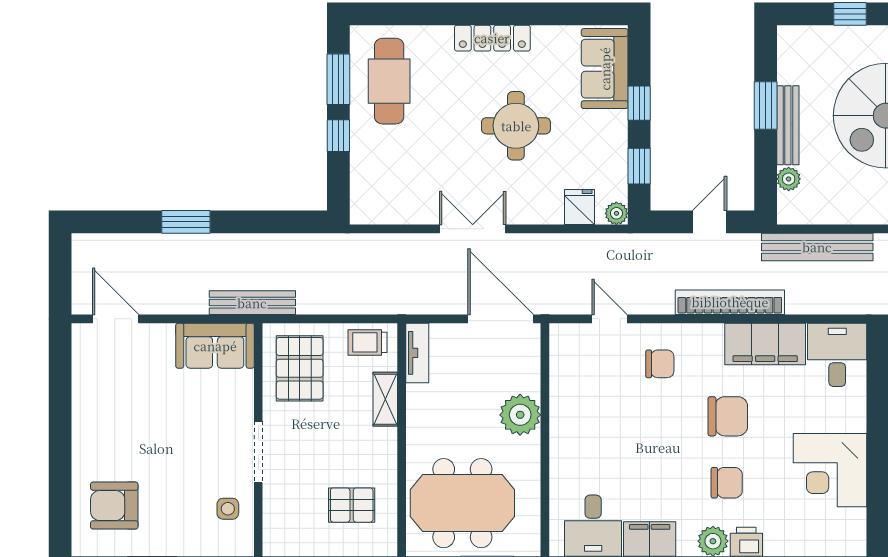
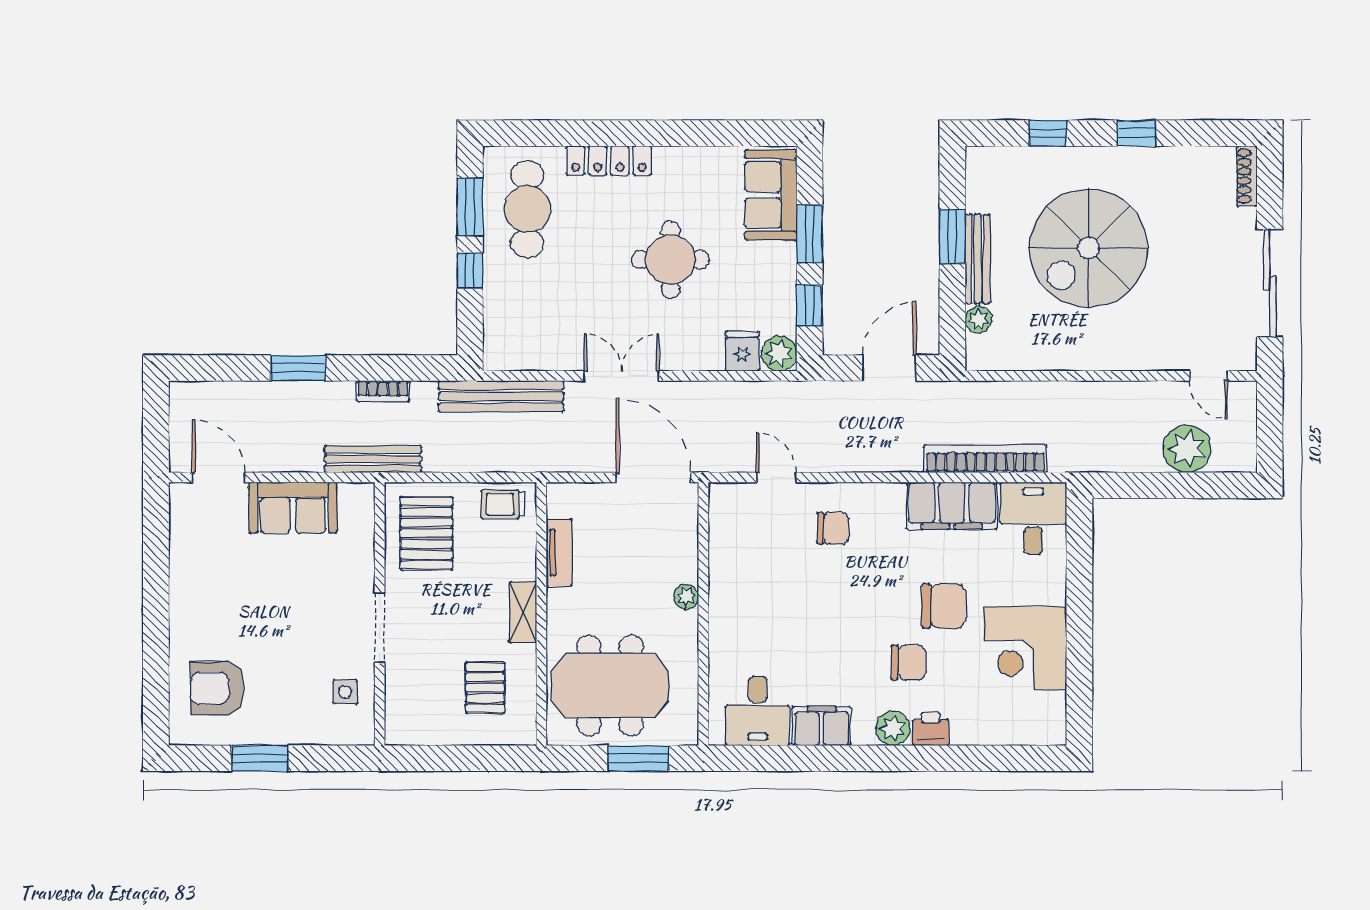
locker: (492, 38) -> (609, 161), moved
window: (639, 103) -> (810, 234), width x1.50
plant: (616, 213) -> (779, 353), width x1.38, depth x1.38
door: (710, 222) -> (889, 368), width x1.38
bookcase: (261, 243) -> (383, 391), added
bench: (817, 247) -> (501, 396), moved
bookcase: (730, 302) -> (986, 459), moved
sofa: (215, 346) -> (293, 508), moved
tv unit: (417, 353) -> (559, 553), moved
shelving: (385, 399) -> (523, 612), moved
plant: (520, 415) -> (686, 597), width x0.53, depth x0.53
chair: (728, 416) -> (944, 606), moved
pallet: (352, 505) -> (485, 688), turned 90

